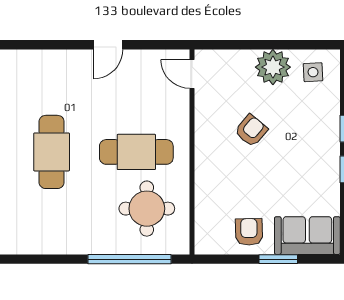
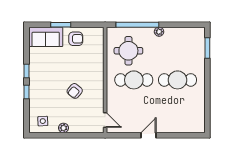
plant: (273, 67) -> (63, 128), width x0.53, depth x0.53
cafe table: (52, 152) -> (178, 80), turned 90
armchair: (249, 232) -> (76, 39), turned -89
plant: (87, 246) -> (159, 32), added

